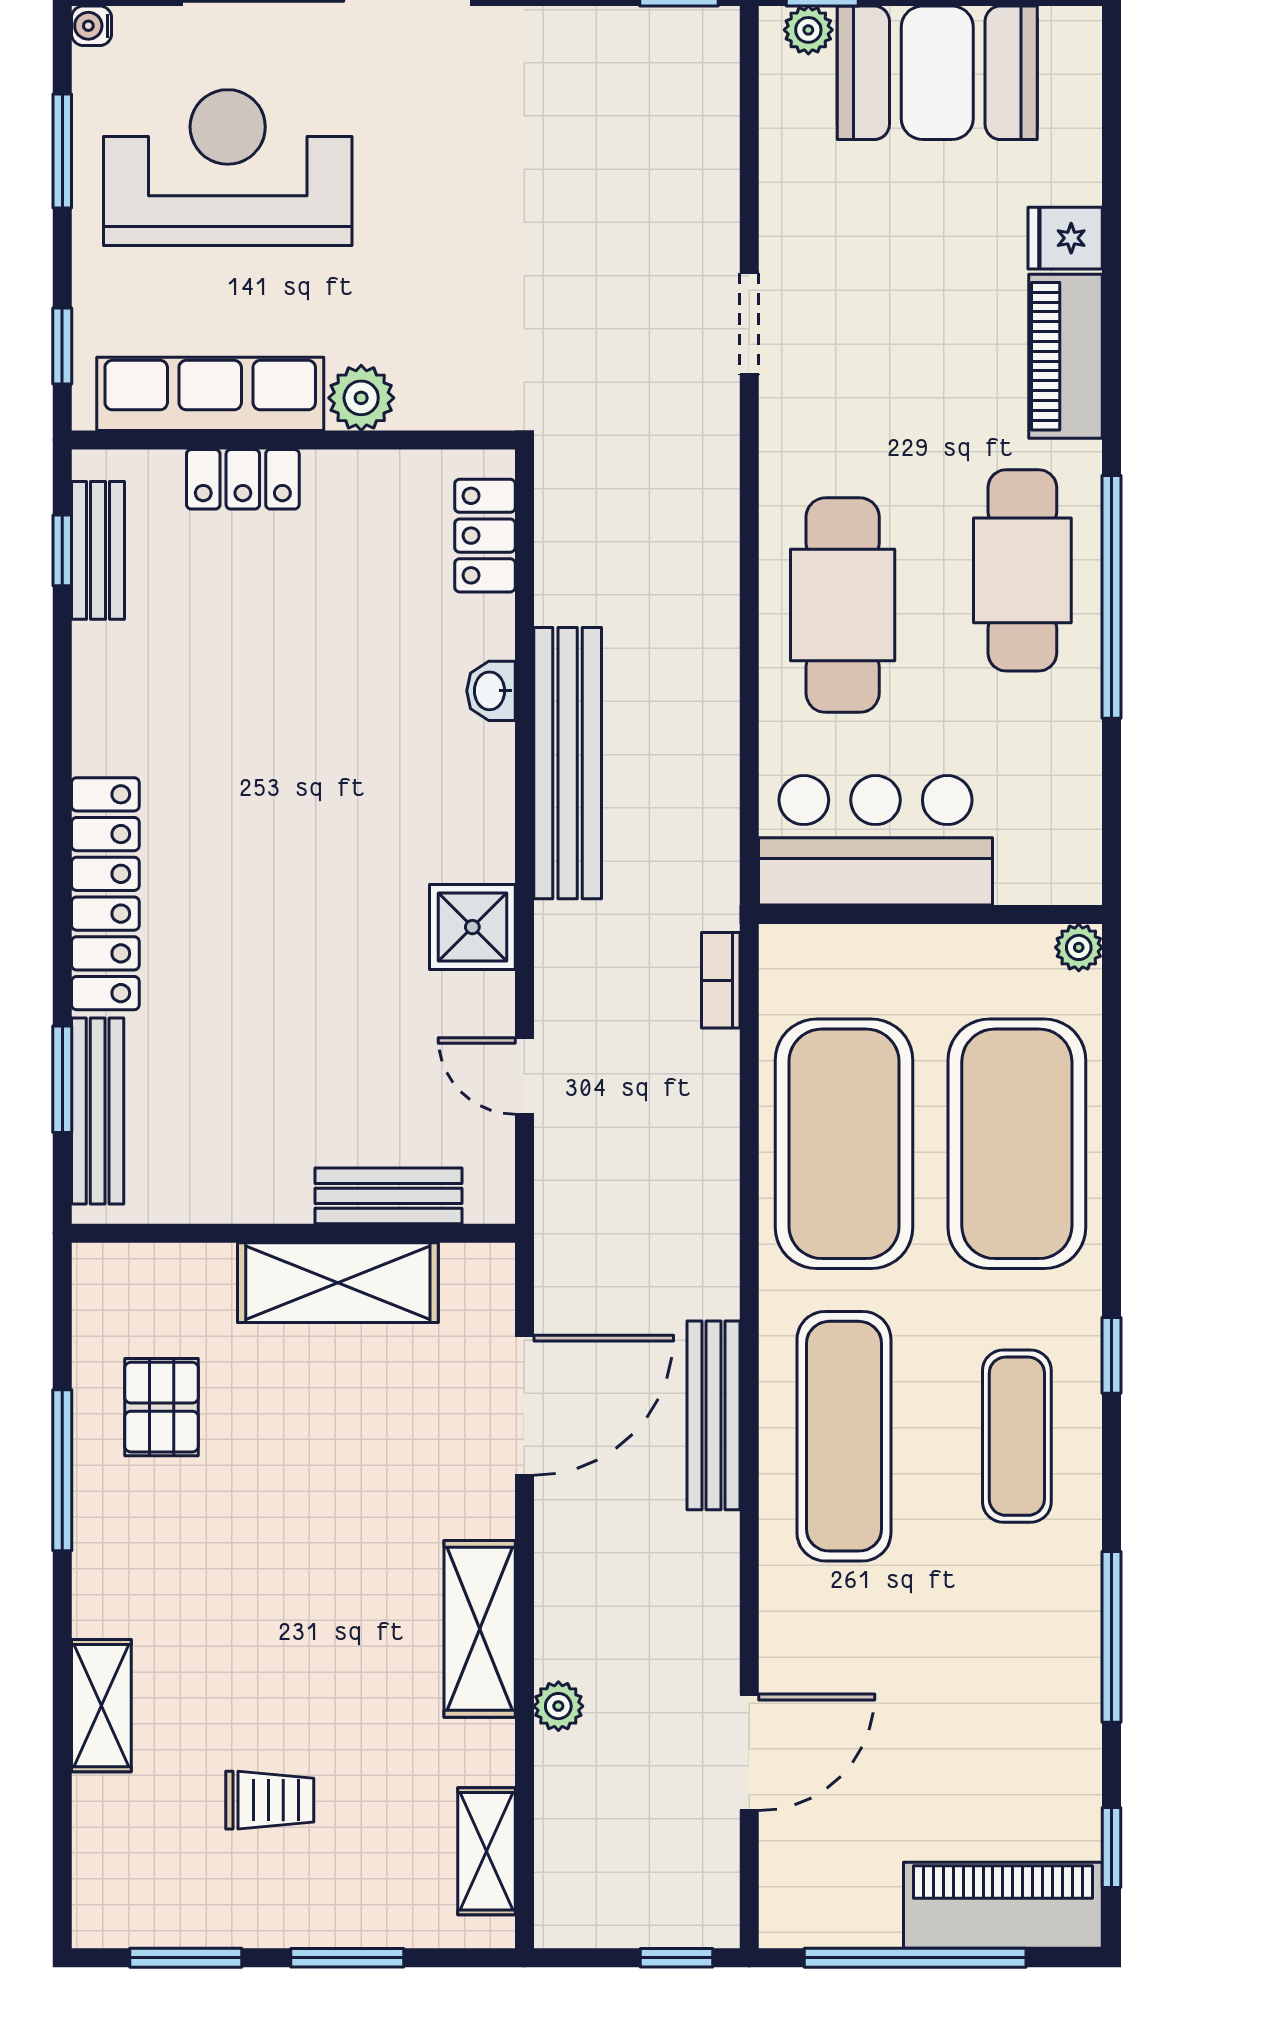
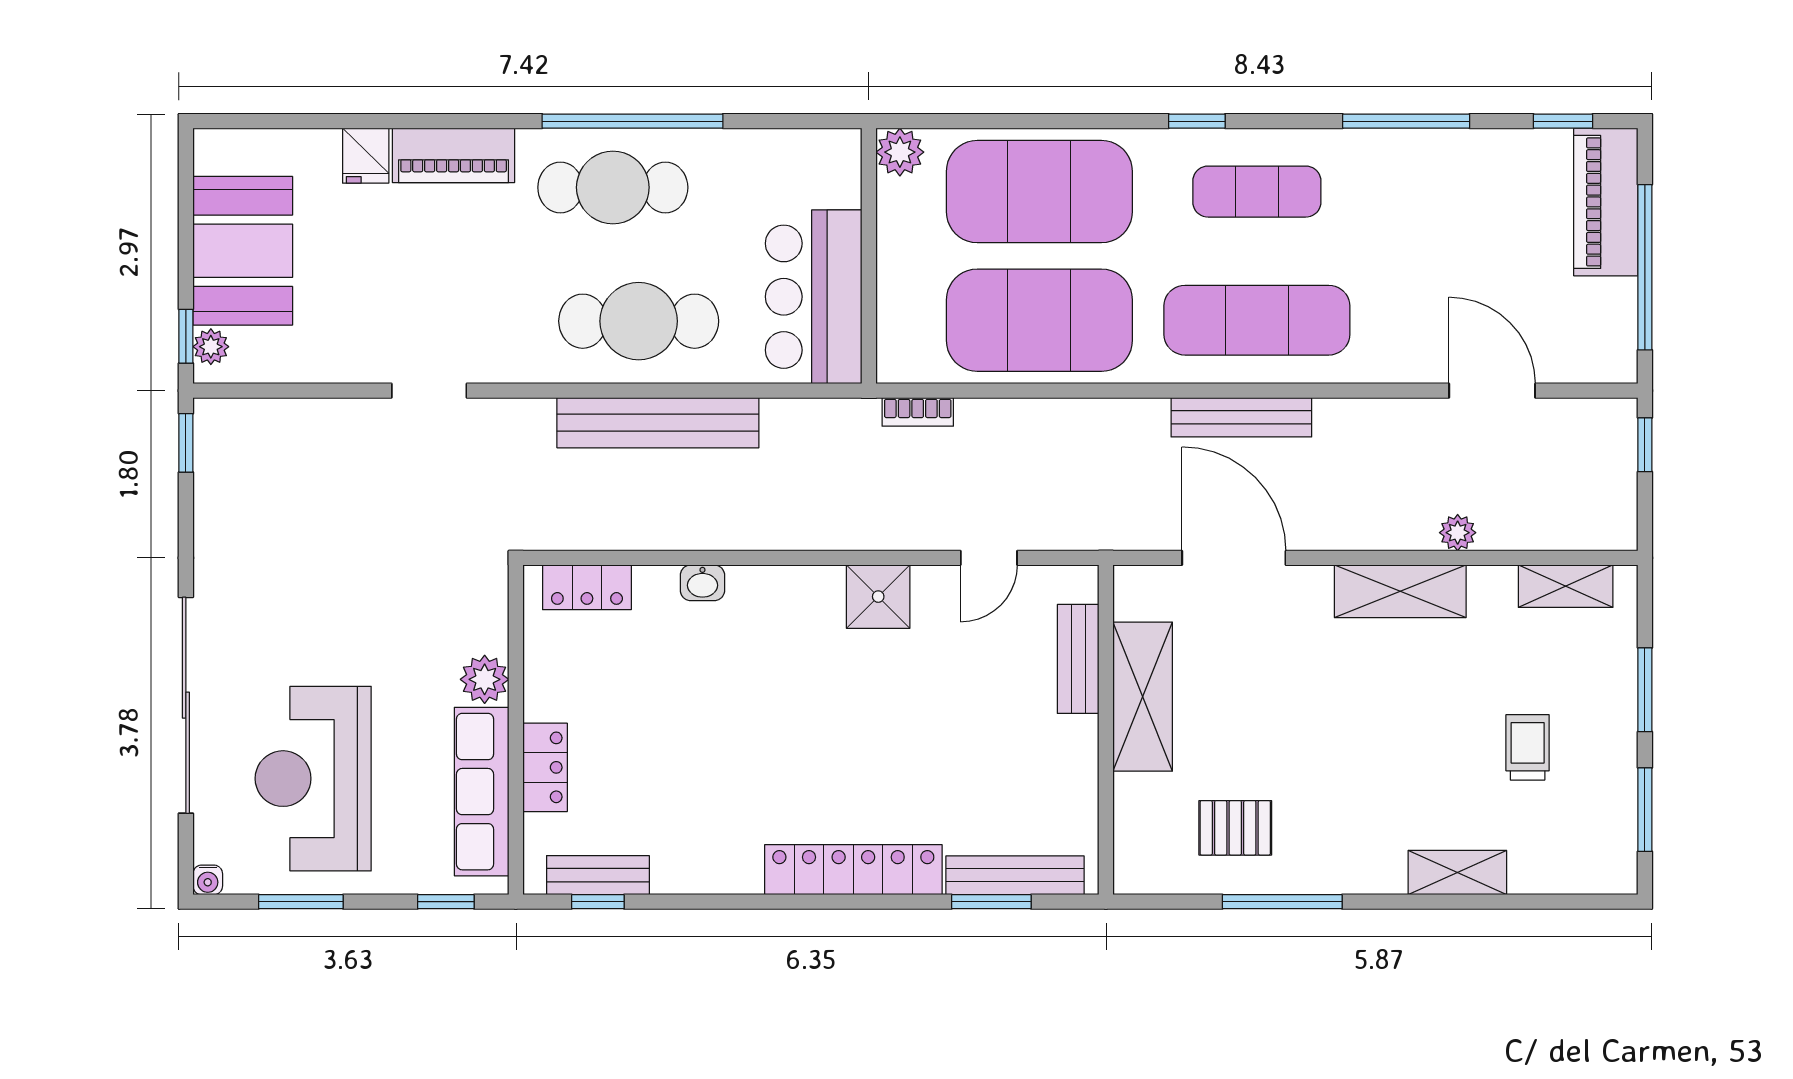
bench: (568, 763) -> (658, 423), moved
plant: (1079, 947) -> (900, 152), width x1.38, depth x1.38

